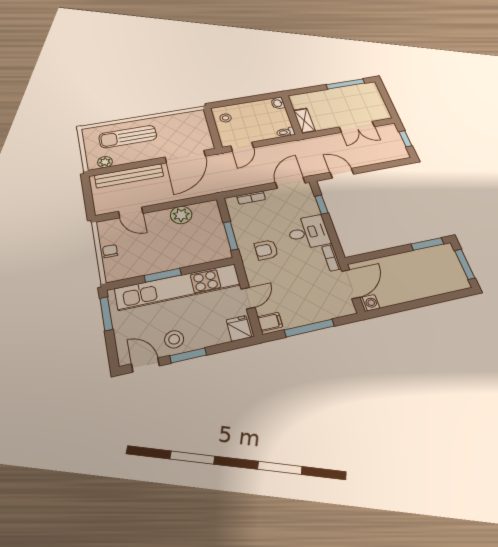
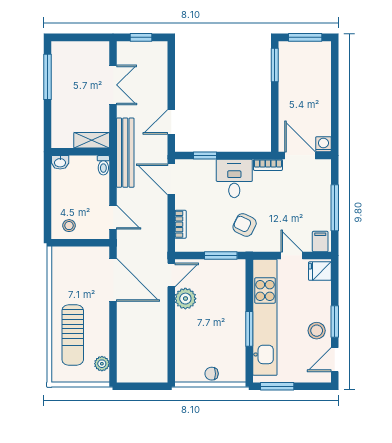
bench: (129, 176) -> (125, 153), moved
door: (131, 212) -> (171, 275), moved
armchair: (266, 250) -> (245, 225), turned 116

